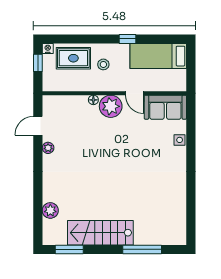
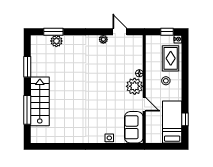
window: (127, 39) -> (185, 119), moved
door: (135, 93) -> (144, 104), swing flipped
window: (38, 215) -> (53, 32), added
stairs: (100, 233) -> (40, 101), moved
window: (69, 249) -> (27, 67), moved

